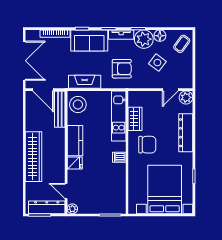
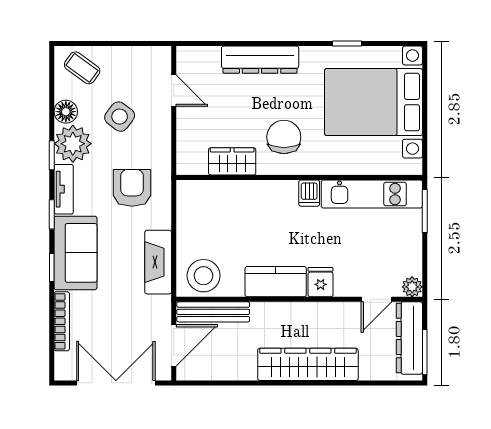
plant: (186, 97) -> (189, 59), removed
kitchen unit: (119, 116) -> (372, 194), moved

